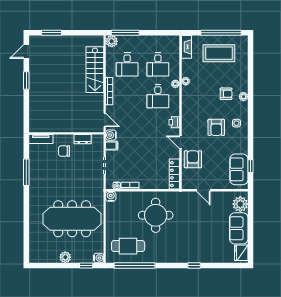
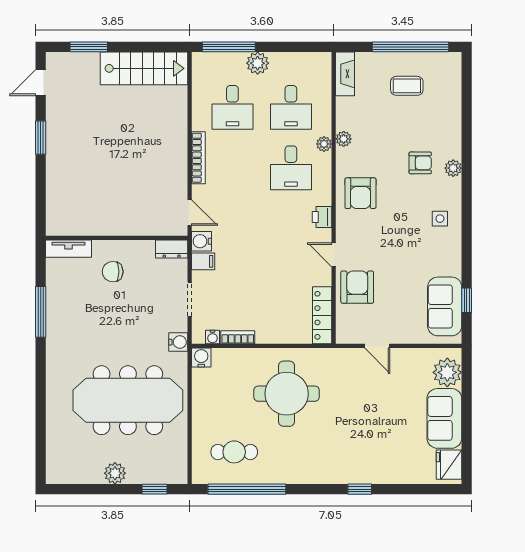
plant: (112, 41) -> (258, 63), moved
coffee table: (219, 53) -> (407, 86), width x0.54, depth x0.58
stairs: (95, 70) -> (144, 68), moved, turned -90
armchair: (216, 127) -> (360, 193), moved
dresser: (83, 139) -> (172, 249), moved
cafe table: (128, 246) -> (234, 452), width x0.73, depth x0.74
water cooler: (99, 258) -> (178, 342), moved

